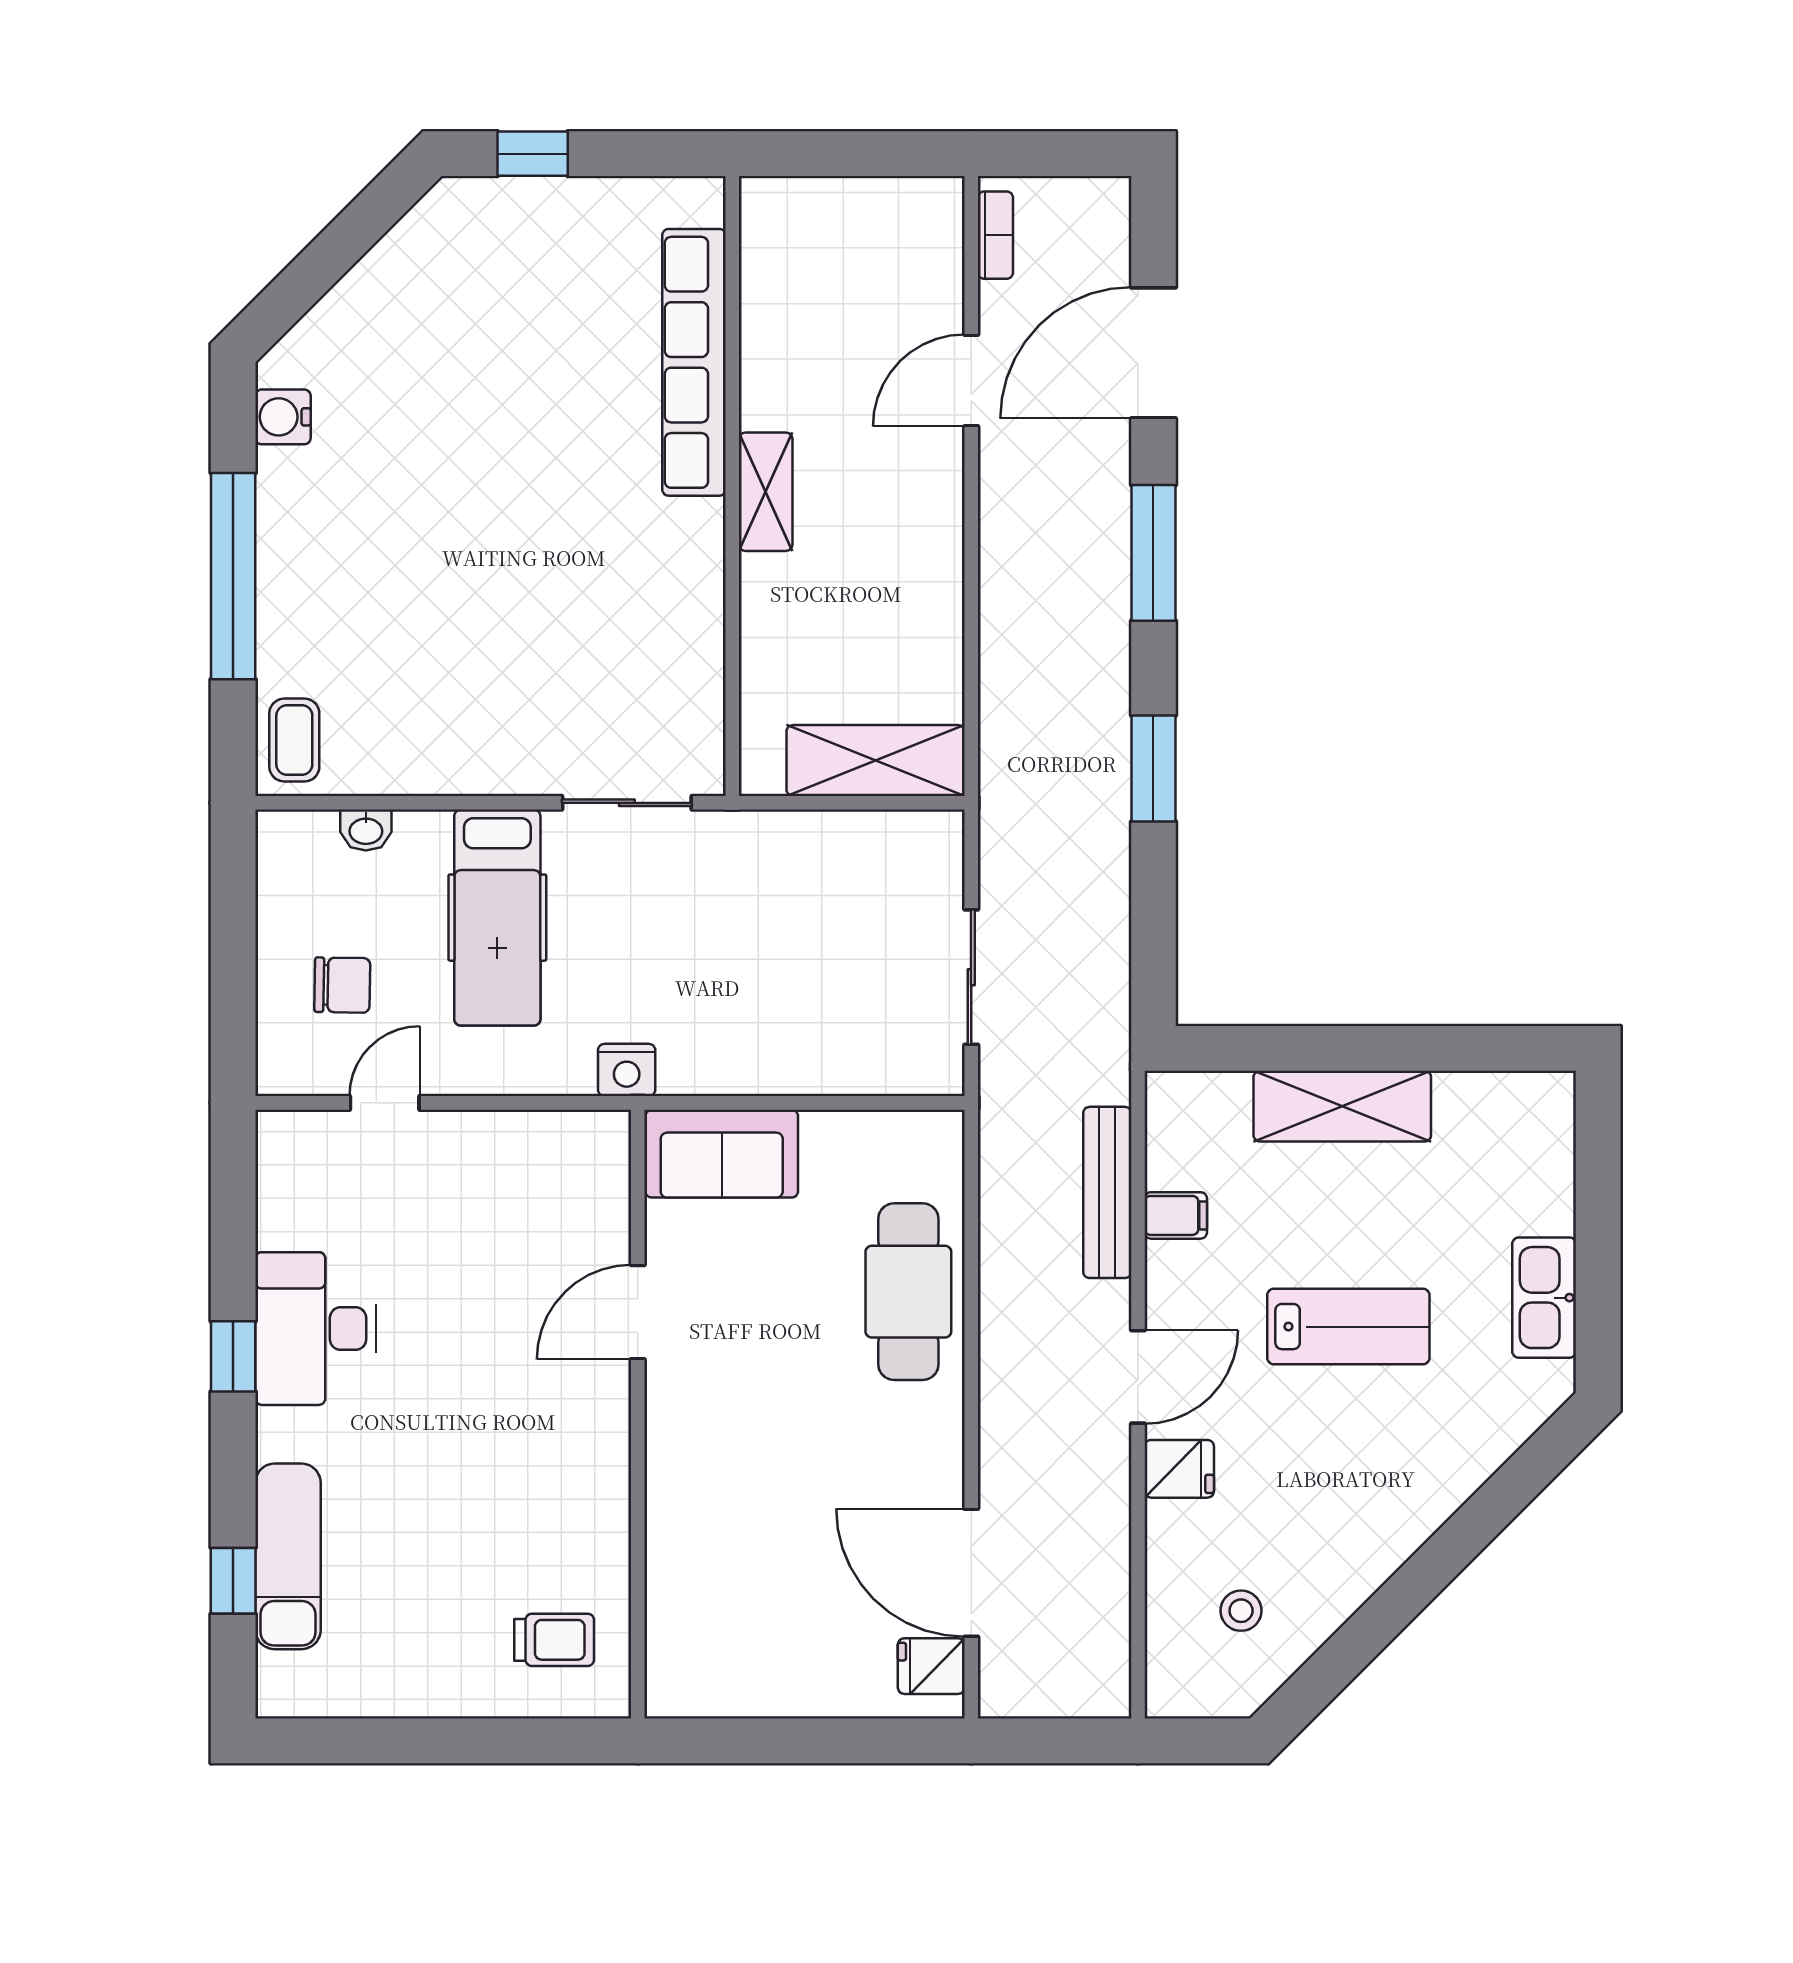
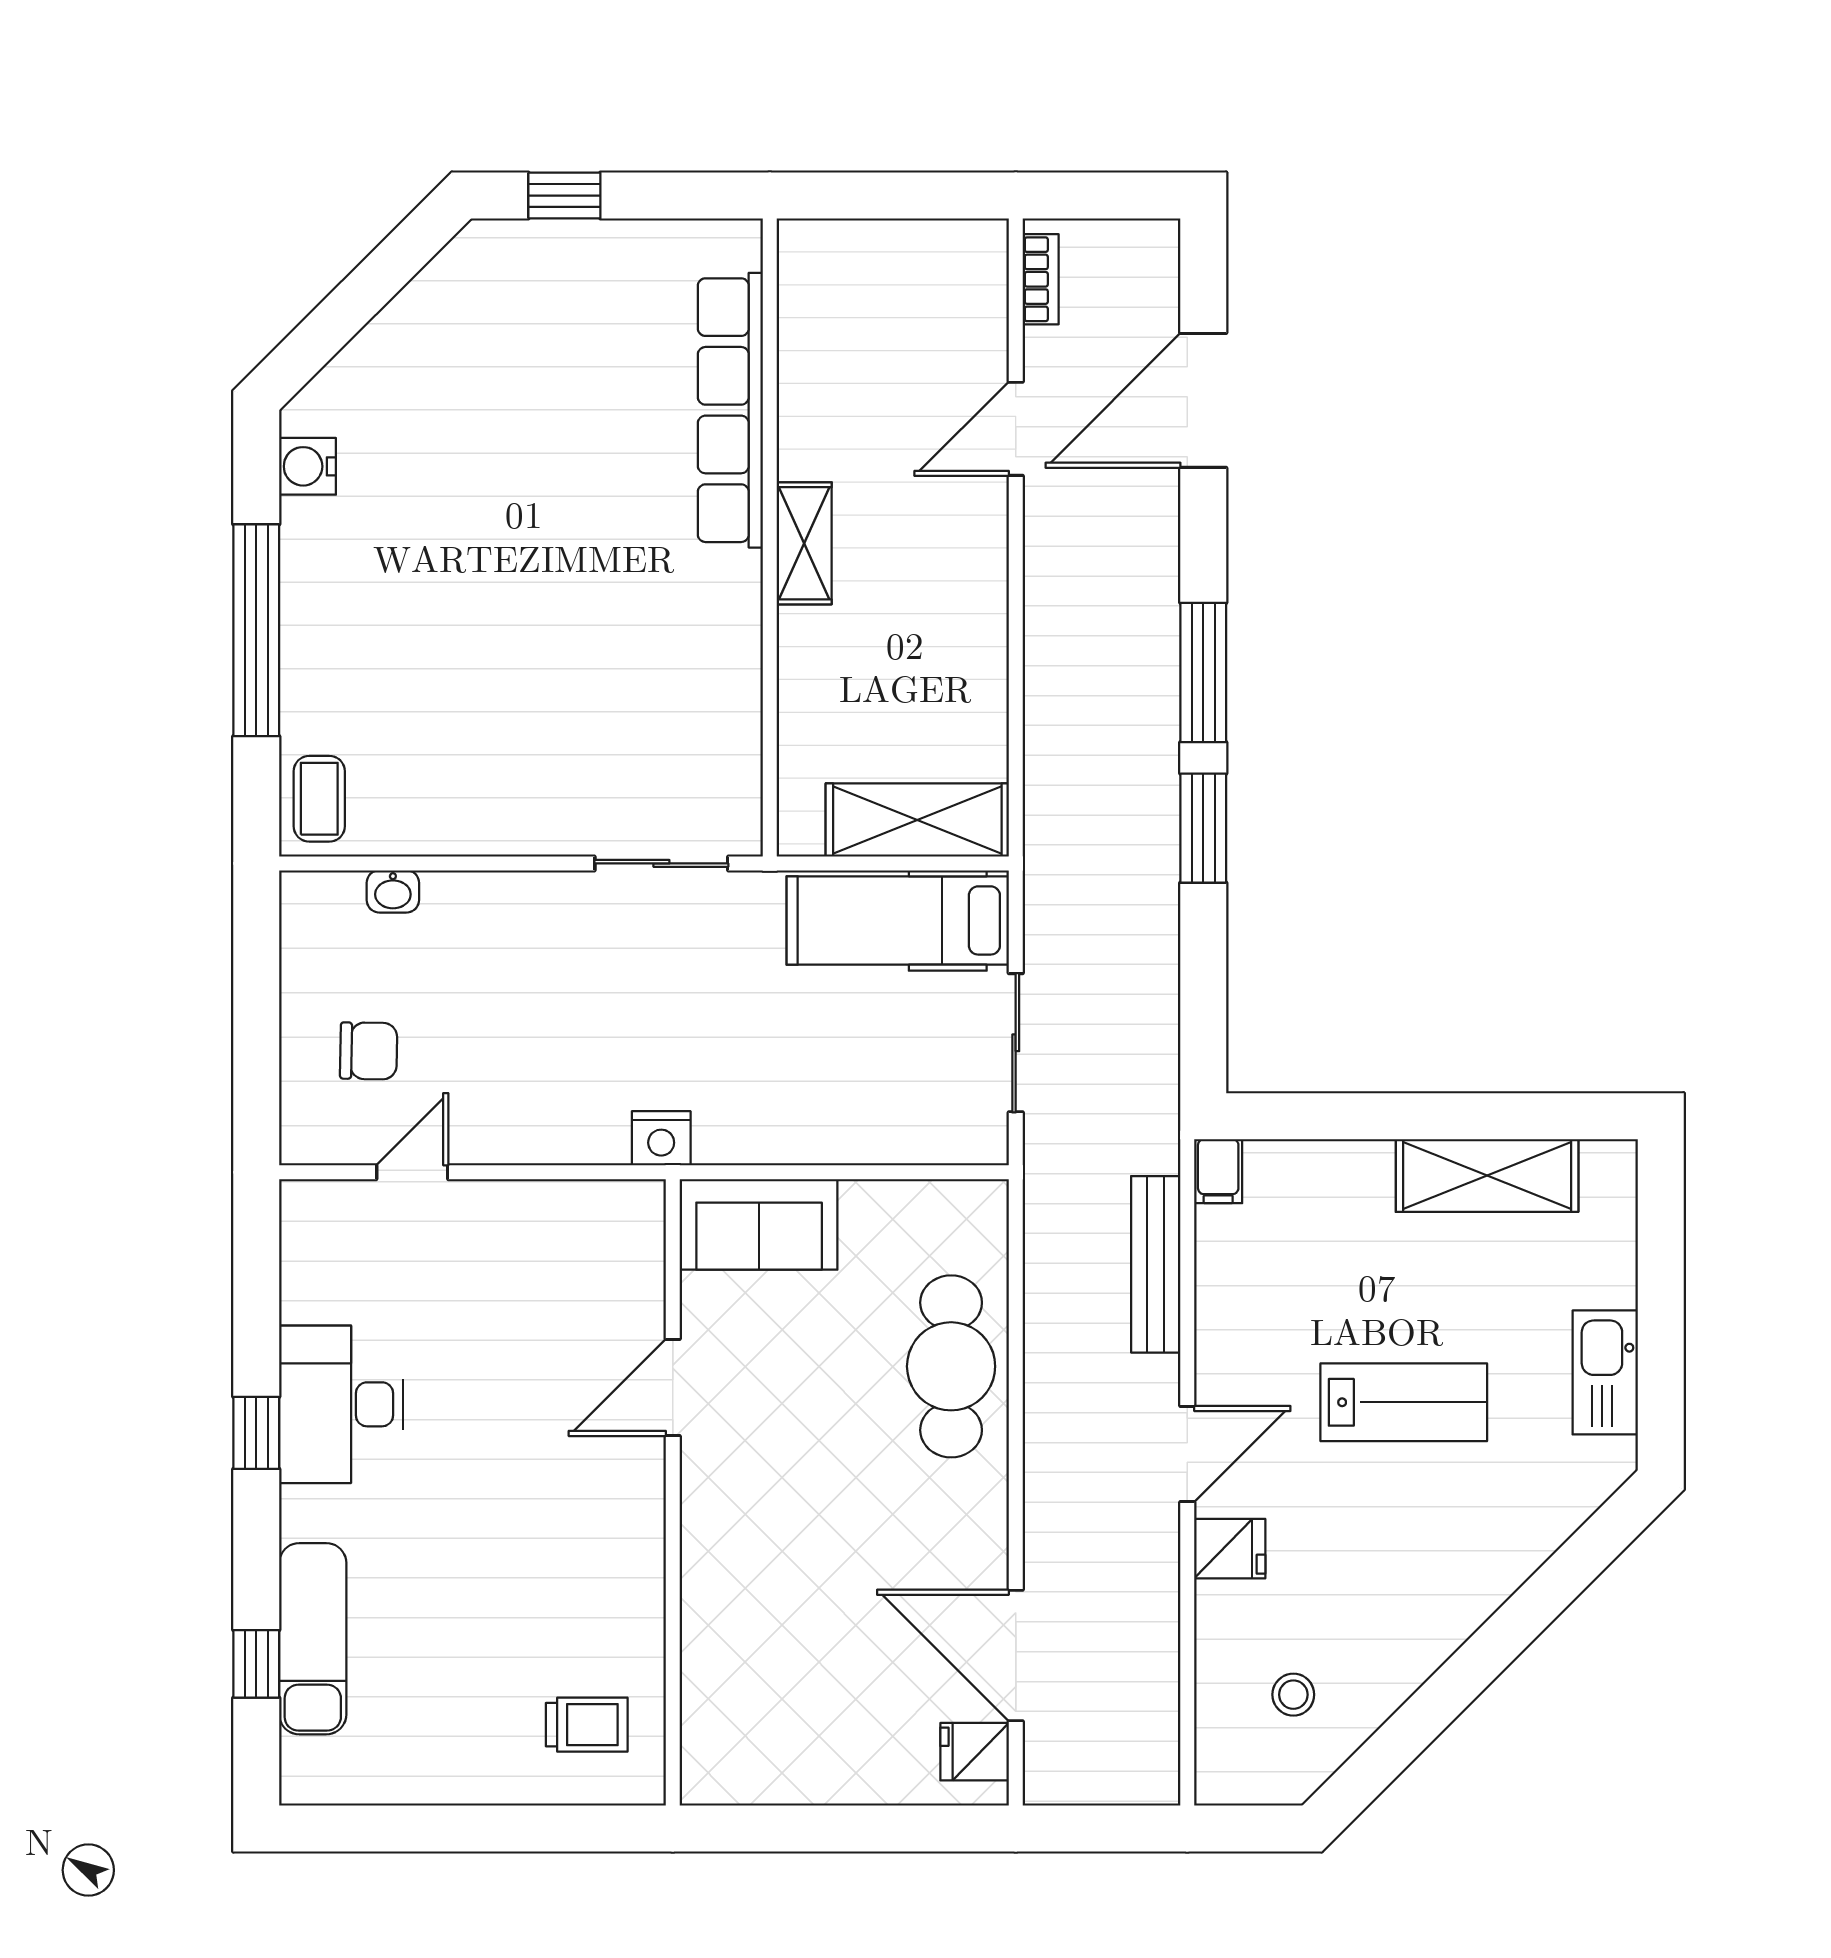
window: (1153, 553) -> (1203, 673), moved
hospital bed: (497, 918) -> (898, 920), moved, turned 90
shelving: (1342, 1106) -> (1487, 1175), moved
filing cabinet: (1176, 1215) -> (1218, 1171), moved, turned 90

